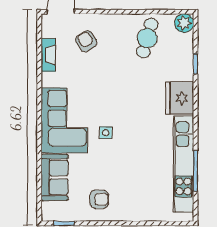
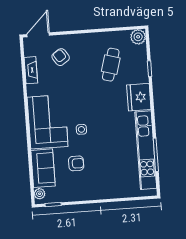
cafe table: (147, 38) -> (111, 65), moved
armchair: (99, 199) -> (76, 163), moved
plant: (48, 209) -> (40, 194), added

